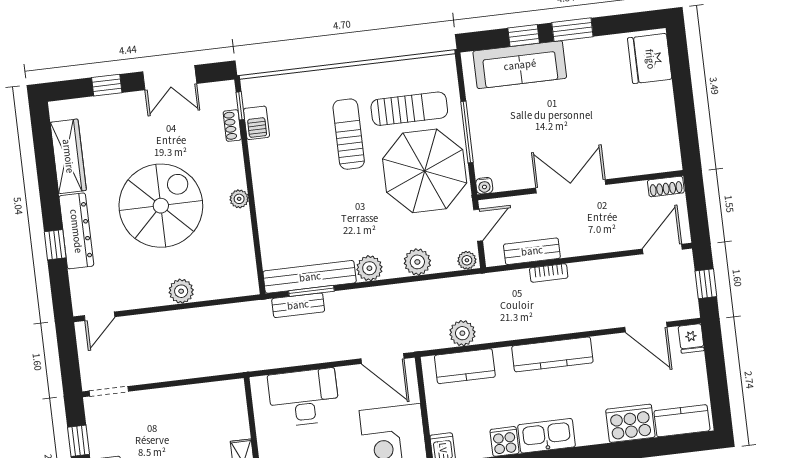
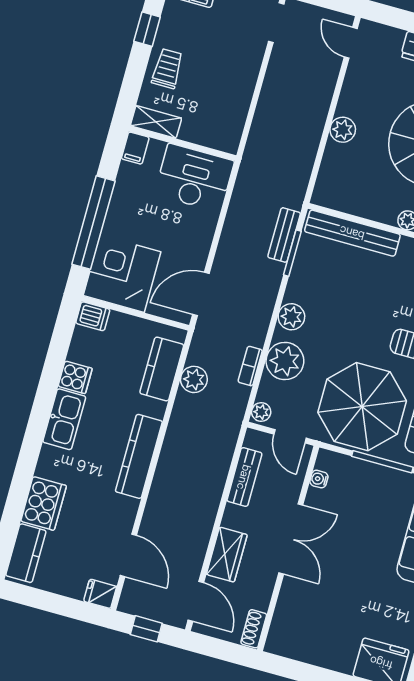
water cooler: (484, 186) -> (319, 479), moved
wardrobe: (609, 238) -> (227, 555), added
plant: (417, 262) -> (285, 361), width x1.36, depth x1.36
bookcase: (549, 273) -> (250, 366), moved
bench: (310, 277) -> (352, 233), moved, turned 90
door: (646, 327) -> (128, 555), swing flipped
desk: (304, 398) -> (194, 178), moved, turned -90

